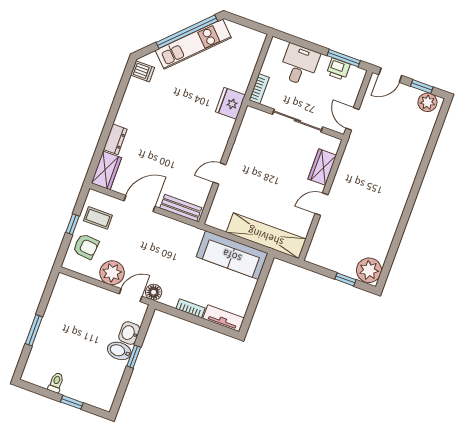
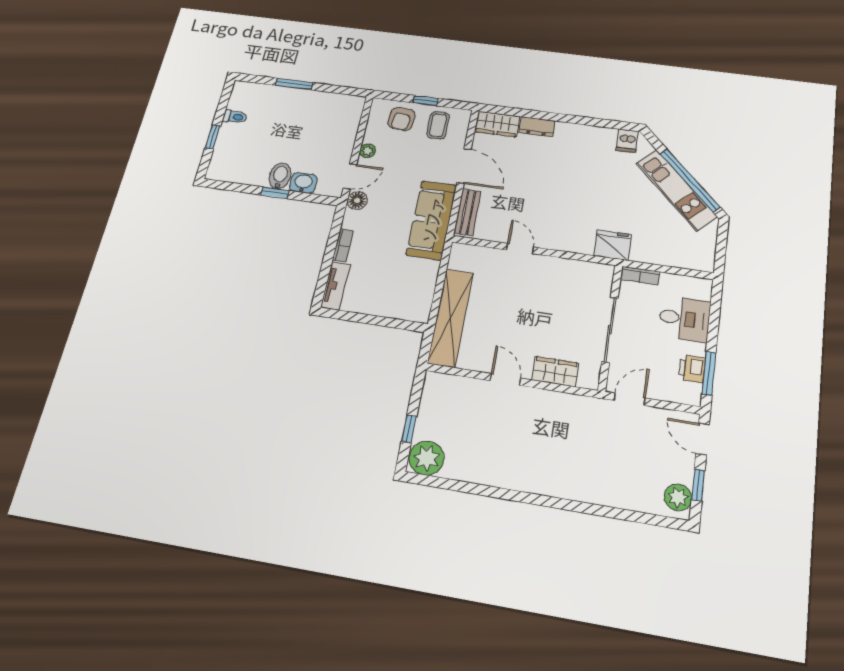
sofa: (232, 255) -> (432, 220), moved
plant: (112, 273) -> (367, 151), width x0.53, depth x0.53
door: (131, 295) -> (350, 176), hinge flipped

